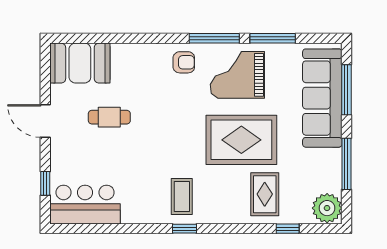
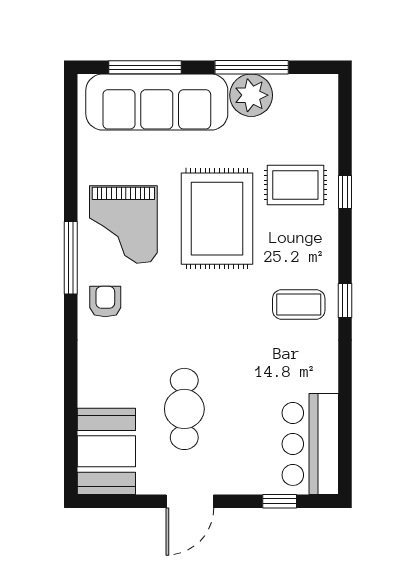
window: (273, 38) -> (71, 174), removed
cafe table: (109, 117) -> (184, 409), width x1.37, depth x1.35
plant: (327, 208) -> (251, 95), moved
window: (288, 229) -> (345, 192), moved

